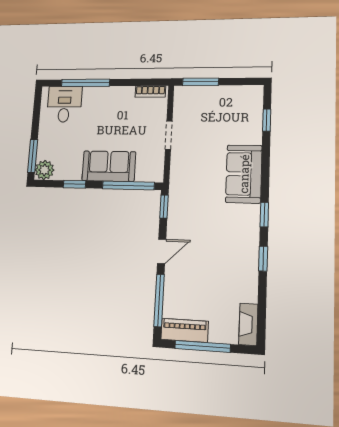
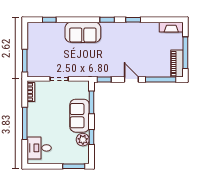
window: (85, 83) -> (25, 123), moved
plant: (44, 170) -> (83, 140), moved
window: (128, 185) -> (92, 102), width x0.69

